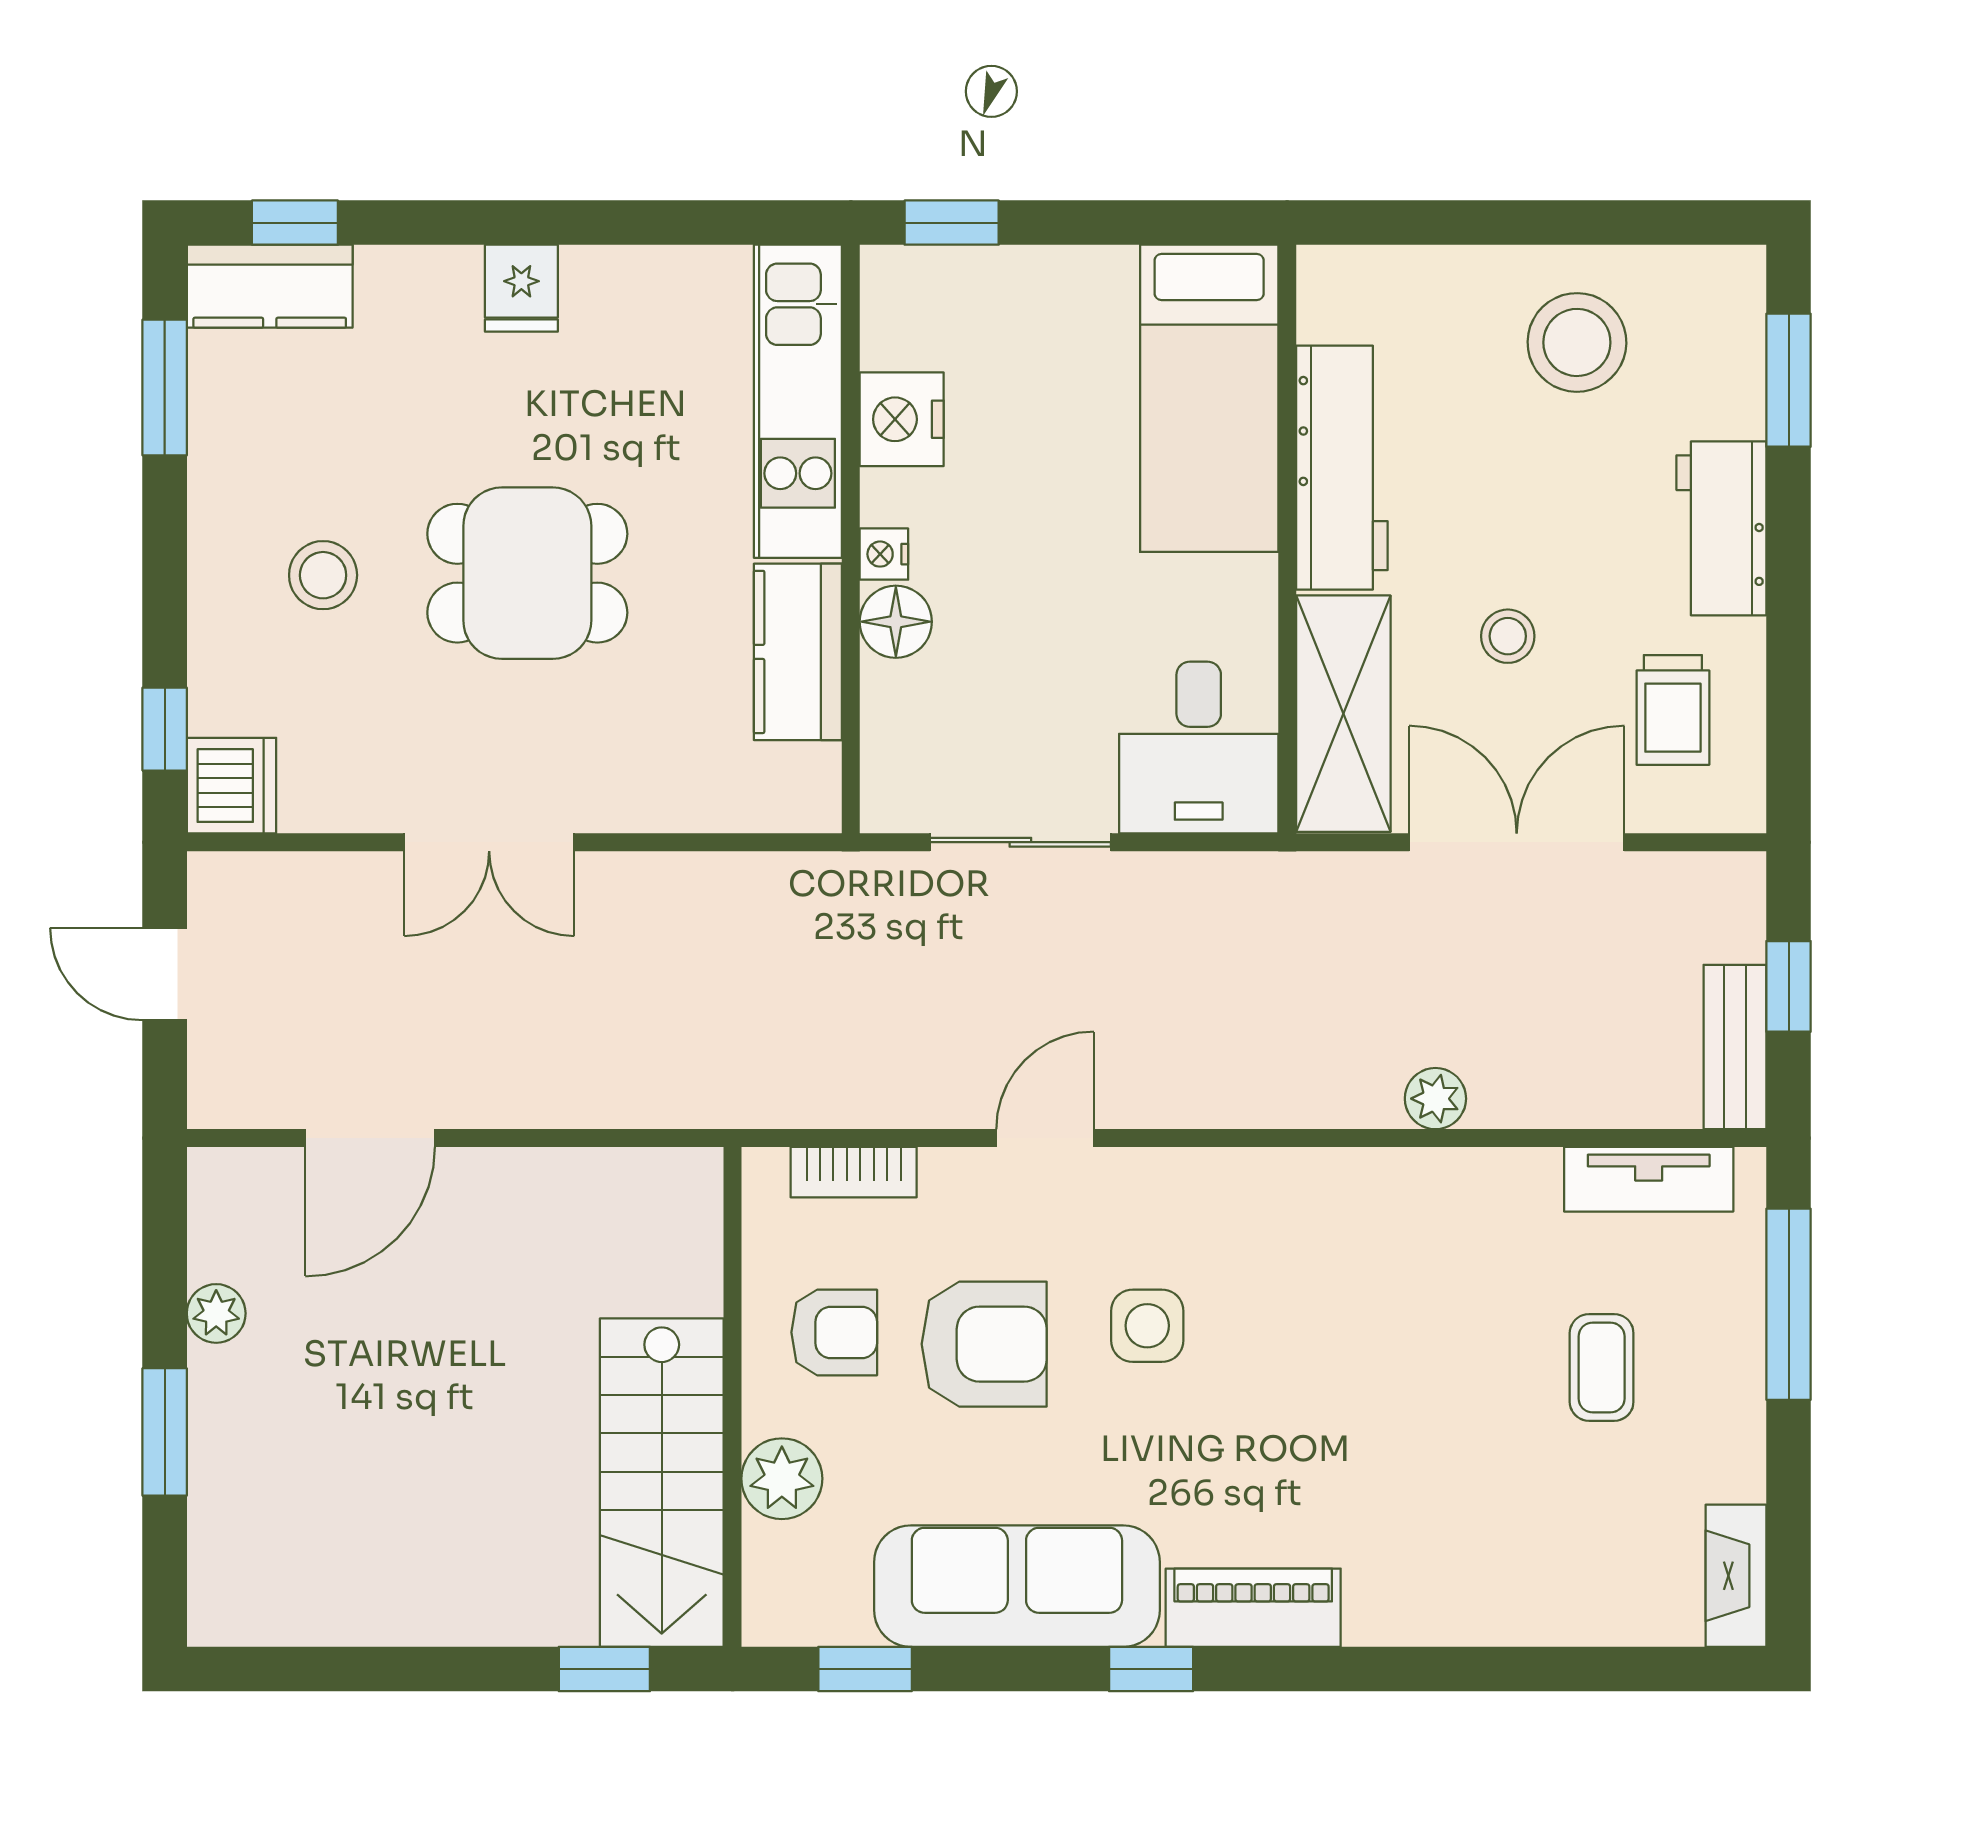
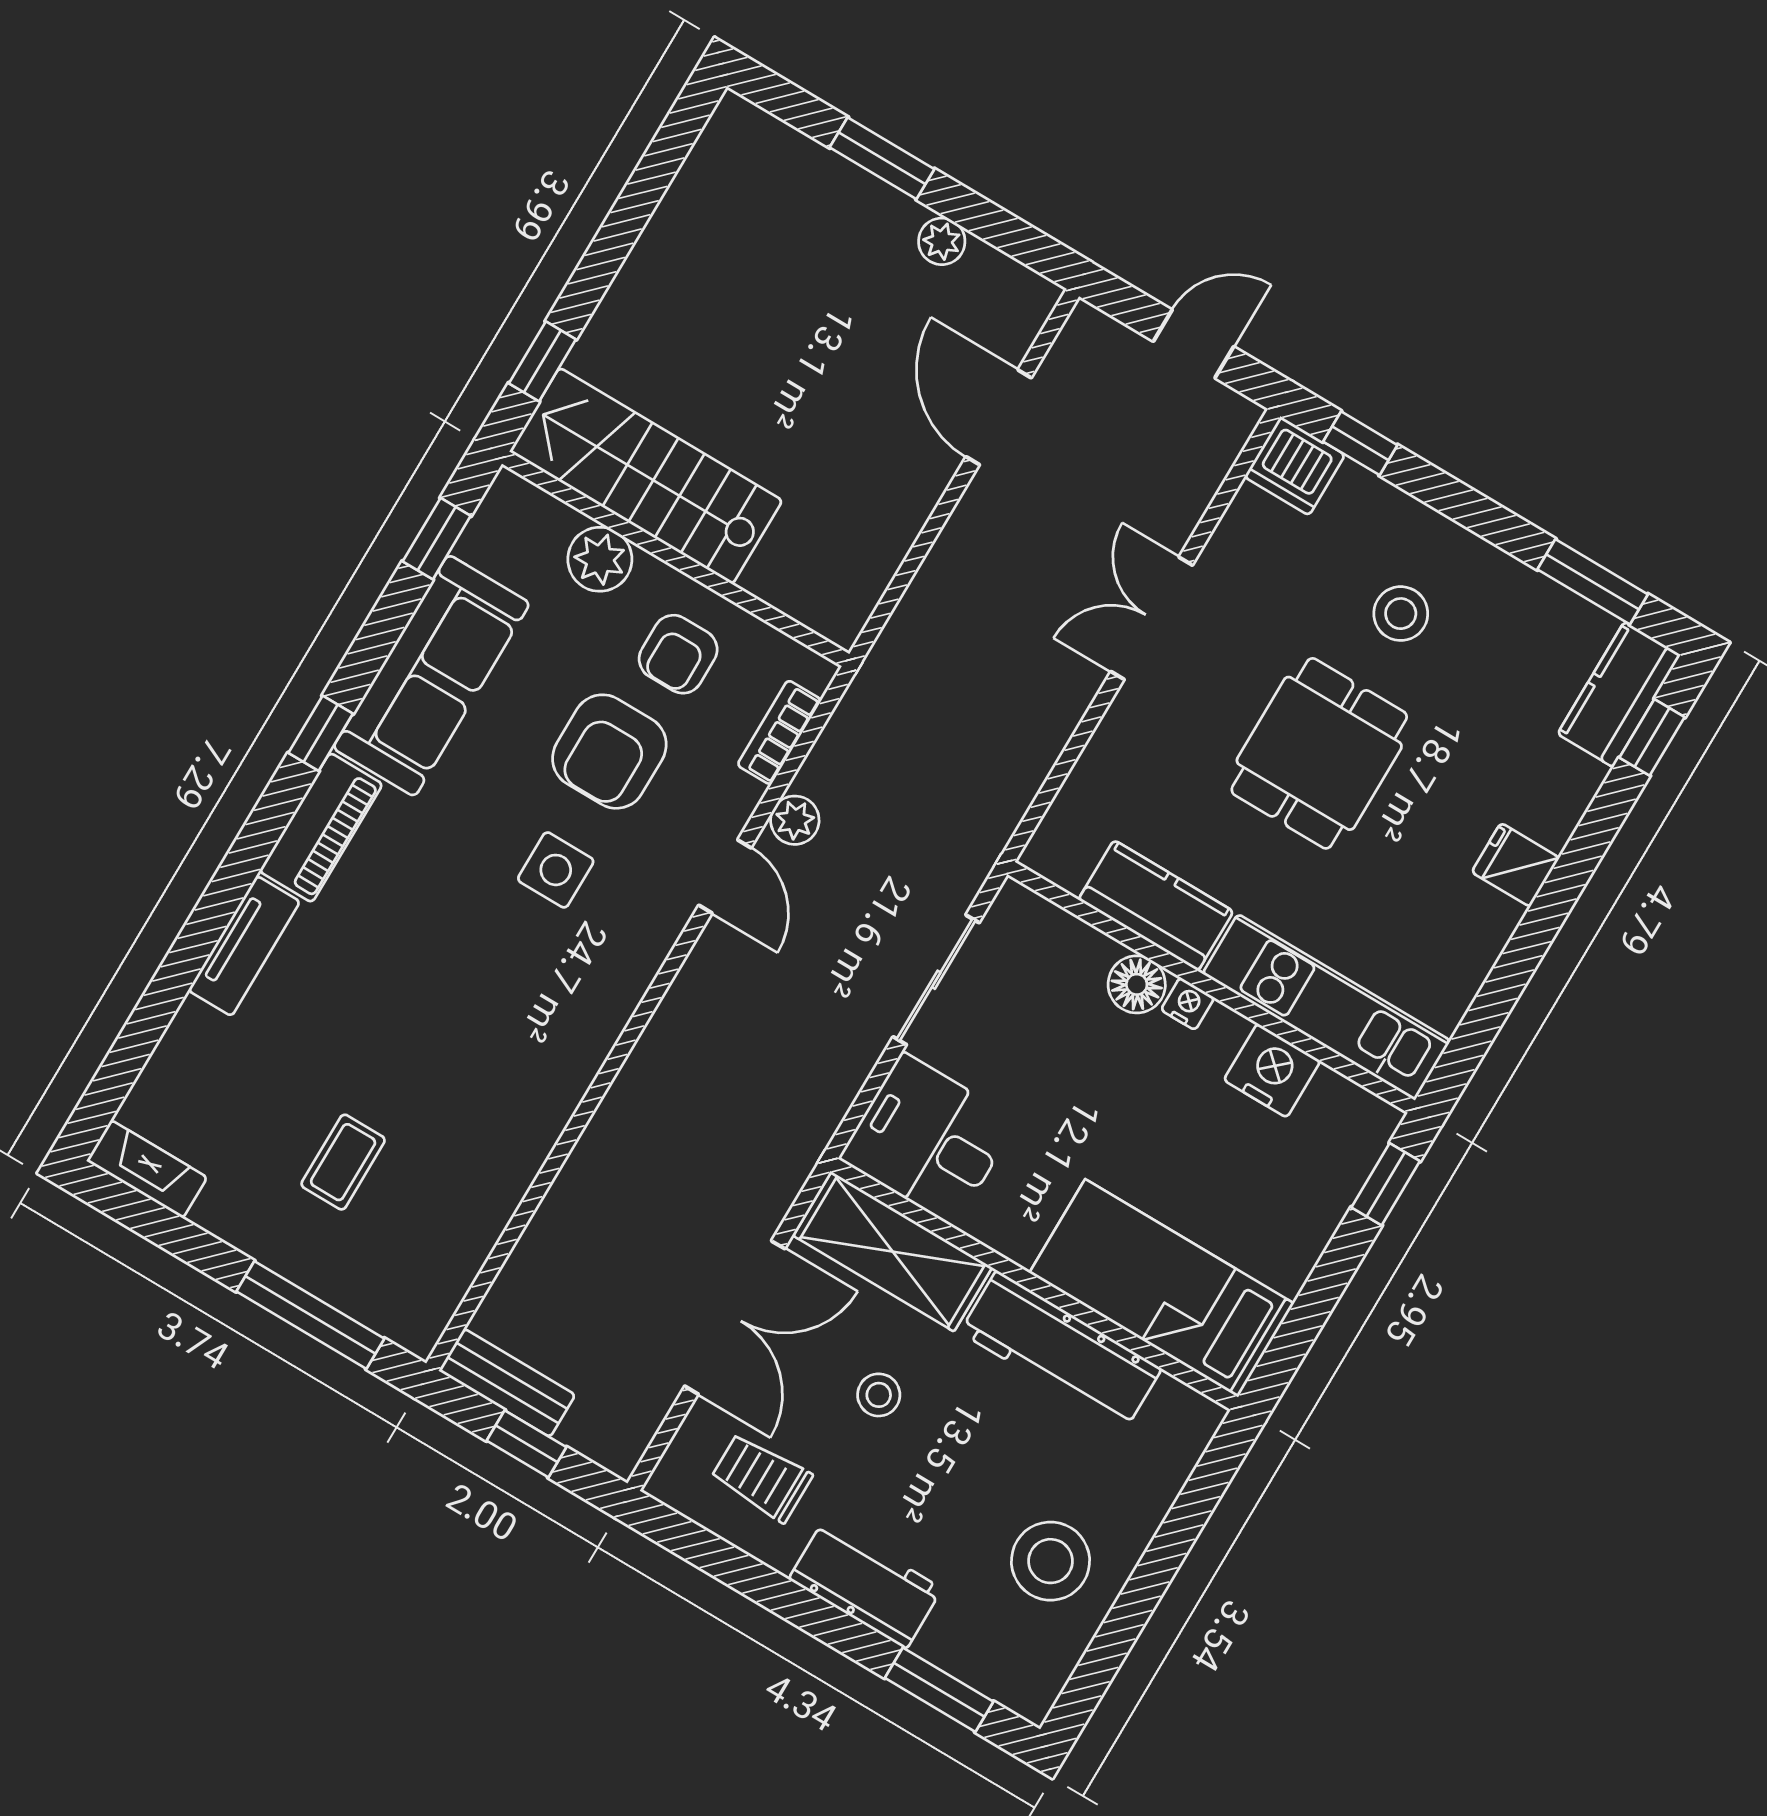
plant: (1435, 1099) -> (795, 820), moved
tv unit: (1649, 1179) -> (244, 946), moved, turned 180
coffee table: (1602, 1367) -> (343, 1162), turned 90

